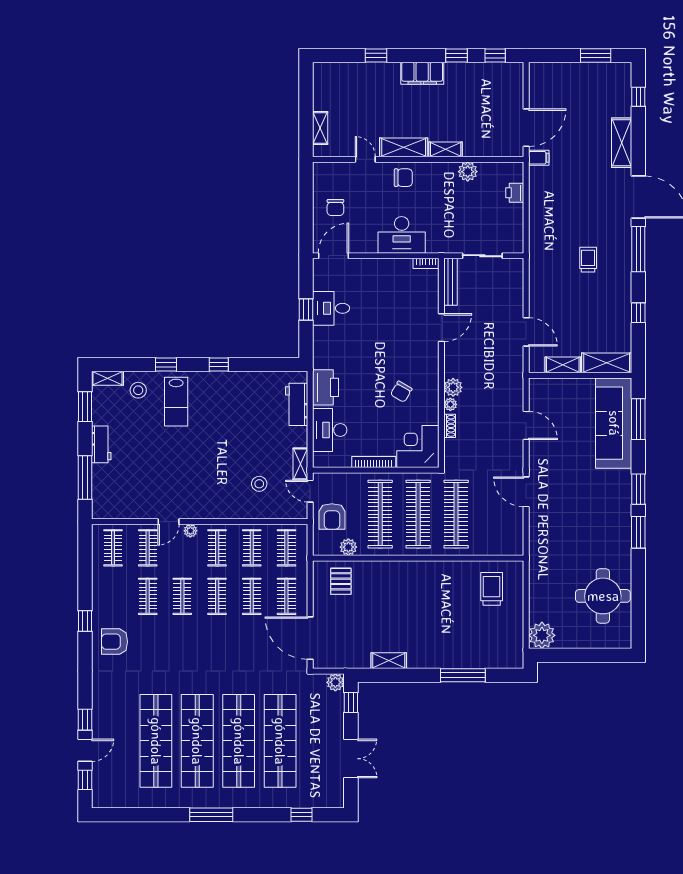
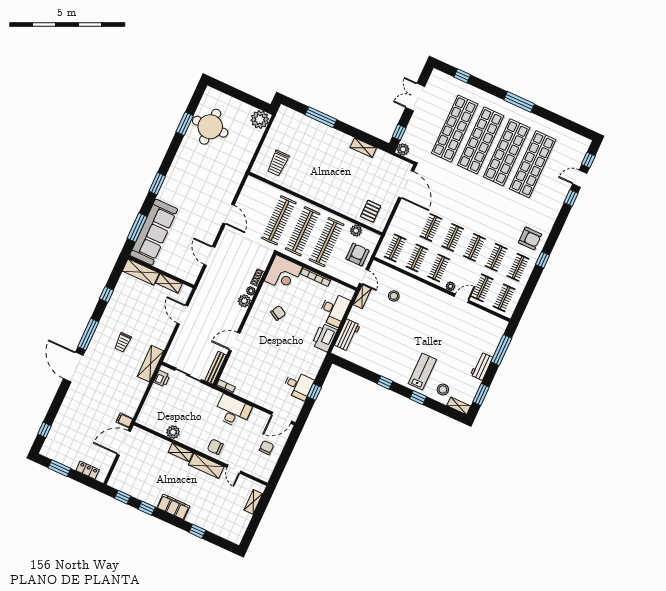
locker: (557, 70) -> (88, 470), added
shelving: (622, 143) -> (150, 364), moved
printer: (515, 193) -> (162, 379), moved
window: (638, 532) -> (185, 124), moved
clothes rail: (286, 596) -> (518, 267), moved

